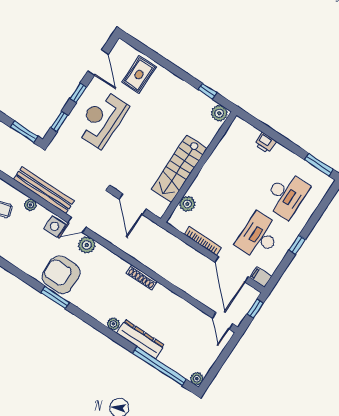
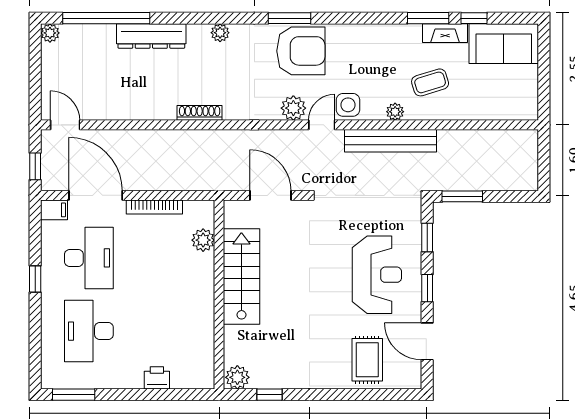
plant: (113, 324) -> (220, 33), moved

